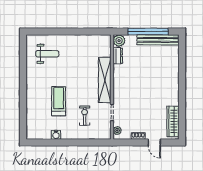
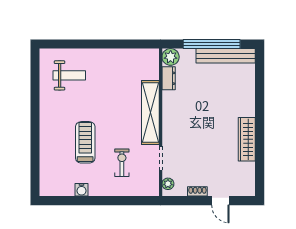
wardrobe: (173, 122) -> (247, 139), moved

